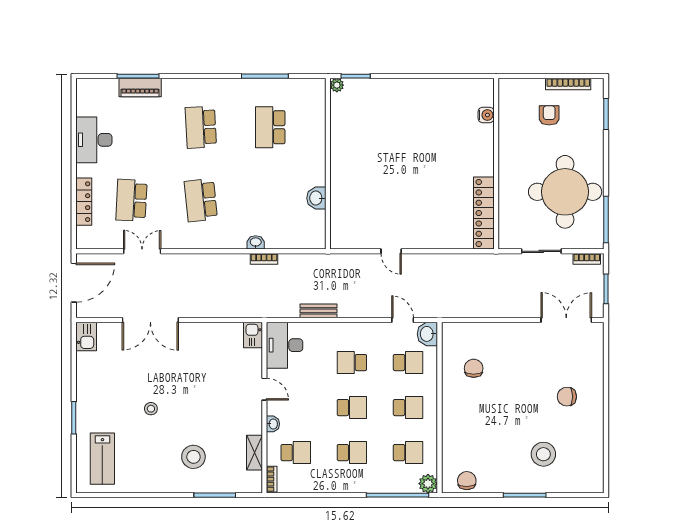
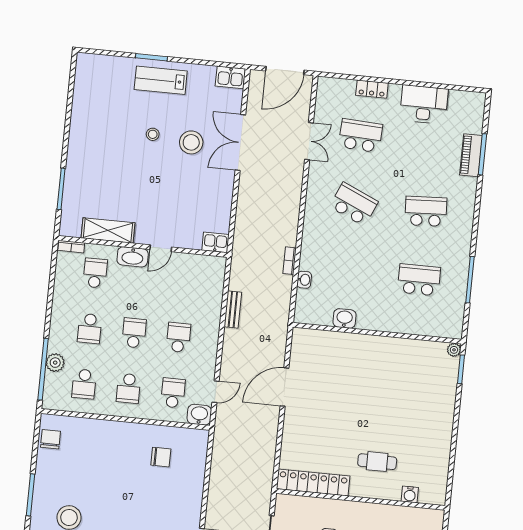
cafe table: (457, 151) -> (377, 462), added
school desk: (201, 200) -> (354, 204), turned 30
locker: (84, 202) -> (372, 89), width x0.66
washbasin: (256, 242) -> (304, 280), moved
door: (391, 251) -> (284, 387), width x1.88
door: (74, 283) -> (285, 71), hinge flipped
desk: (285, 345) -> (202, 273), removed
school desk: (408, 363) -> (173, 393), turned 180
school desk: (352, 408) -> (134, 333), turned 180
washbasin: (273, 424) -> (133, 257), width x1.91, depth x1.45
shelving: (254, 453) -> (108, 230), width x1.50, depth x1.33
school desk: (296, 453) -> (95, 273), turned 180
stool: (193, 457) -> (191, 142), moved
lab bench: (102, 459) -> (161, 80), moved
chair: (467, 481) -> (50, 439), turned -89
plant: (428, 484) -> (55, 363), moved

